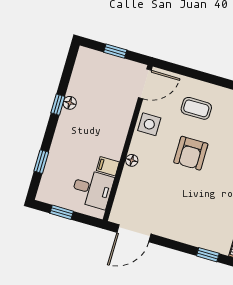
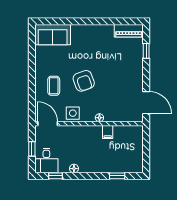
window: (58, 105) -> (55, 176), moved
armchair: (191, 153) -> (84, 81), turned 70
desk: (92, 189) -> (46, 161), moved, turned 180
window: (62, 212) -> (146, 153), removed

